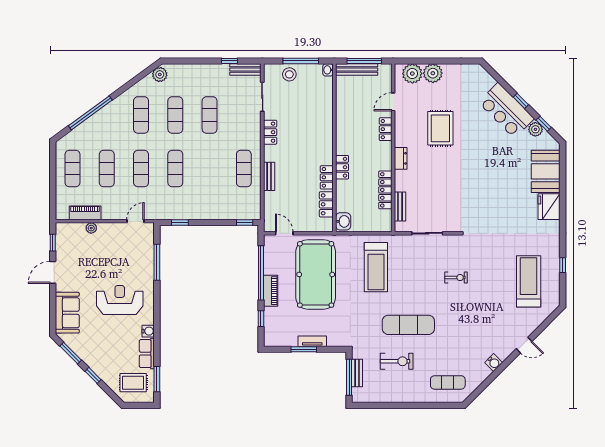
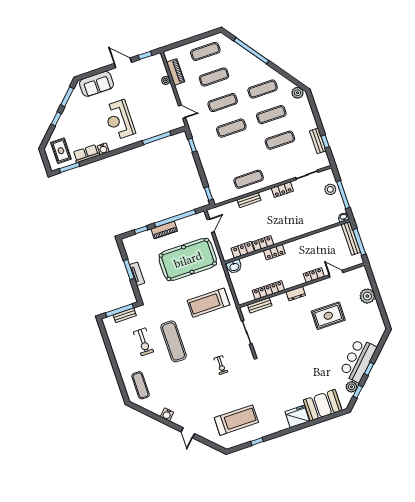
bench: (245, 70) -> (318, 141), moved
plant: (412, 74) -> (362, 281), removed
reception desk: (120, 300) -> (119, 120), turned 180

